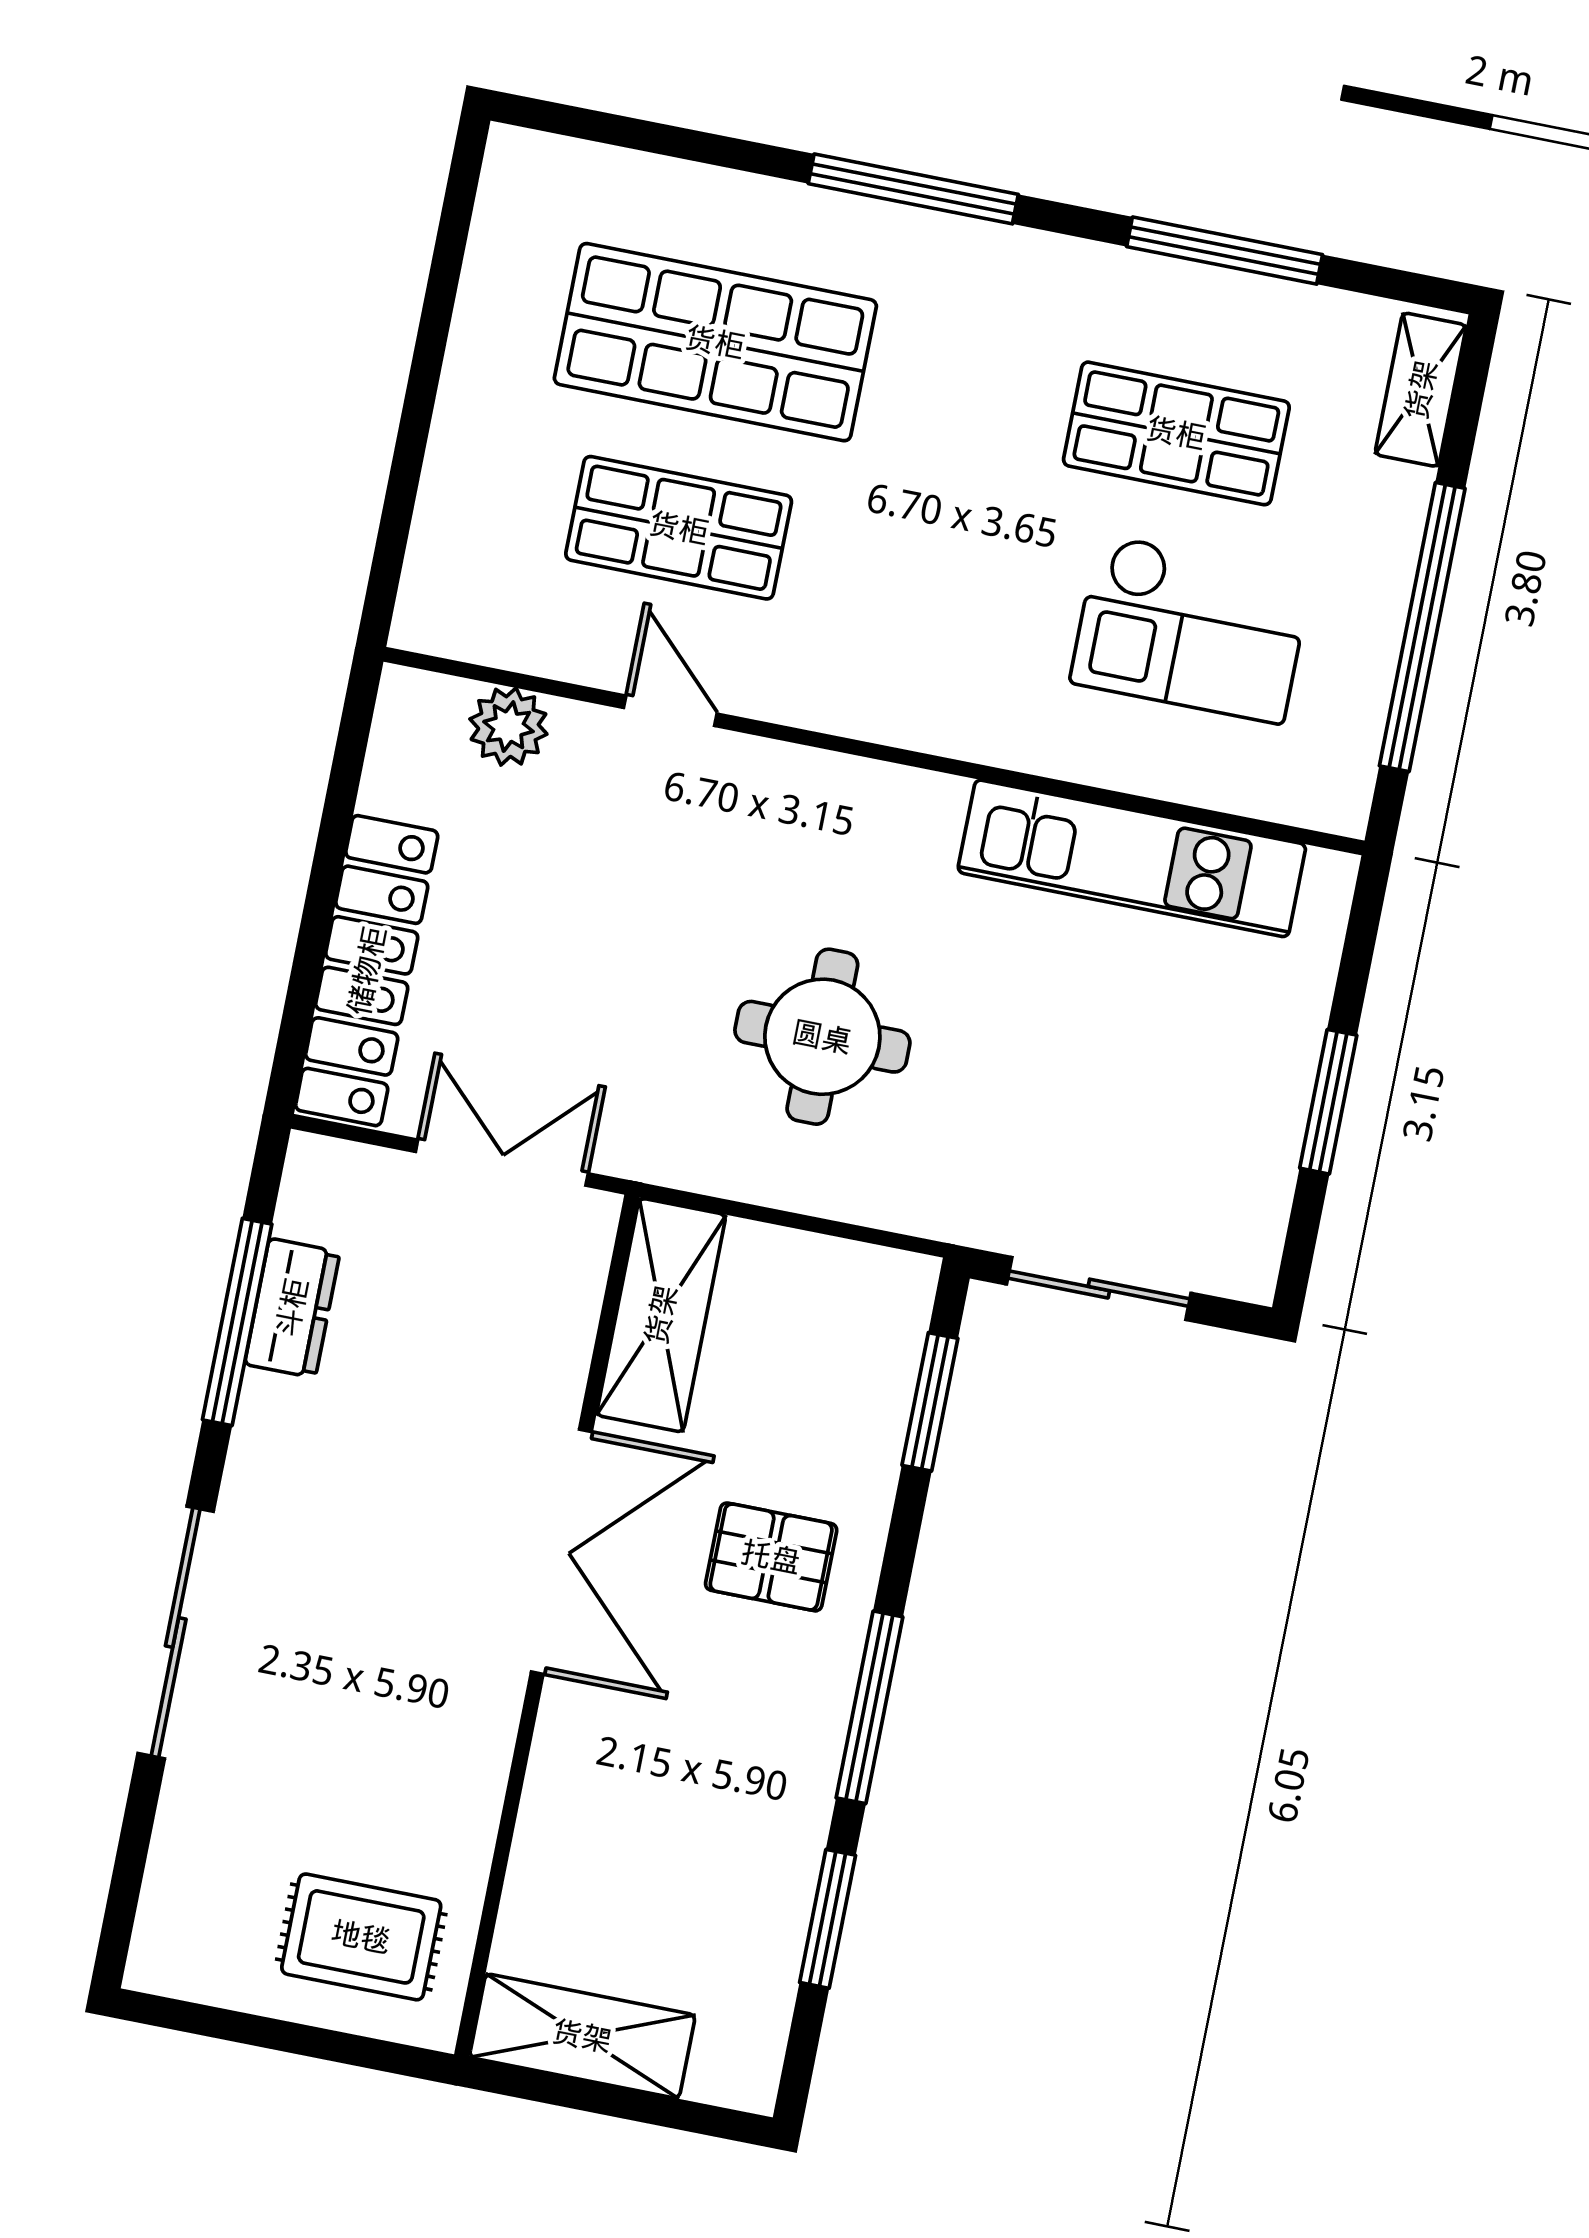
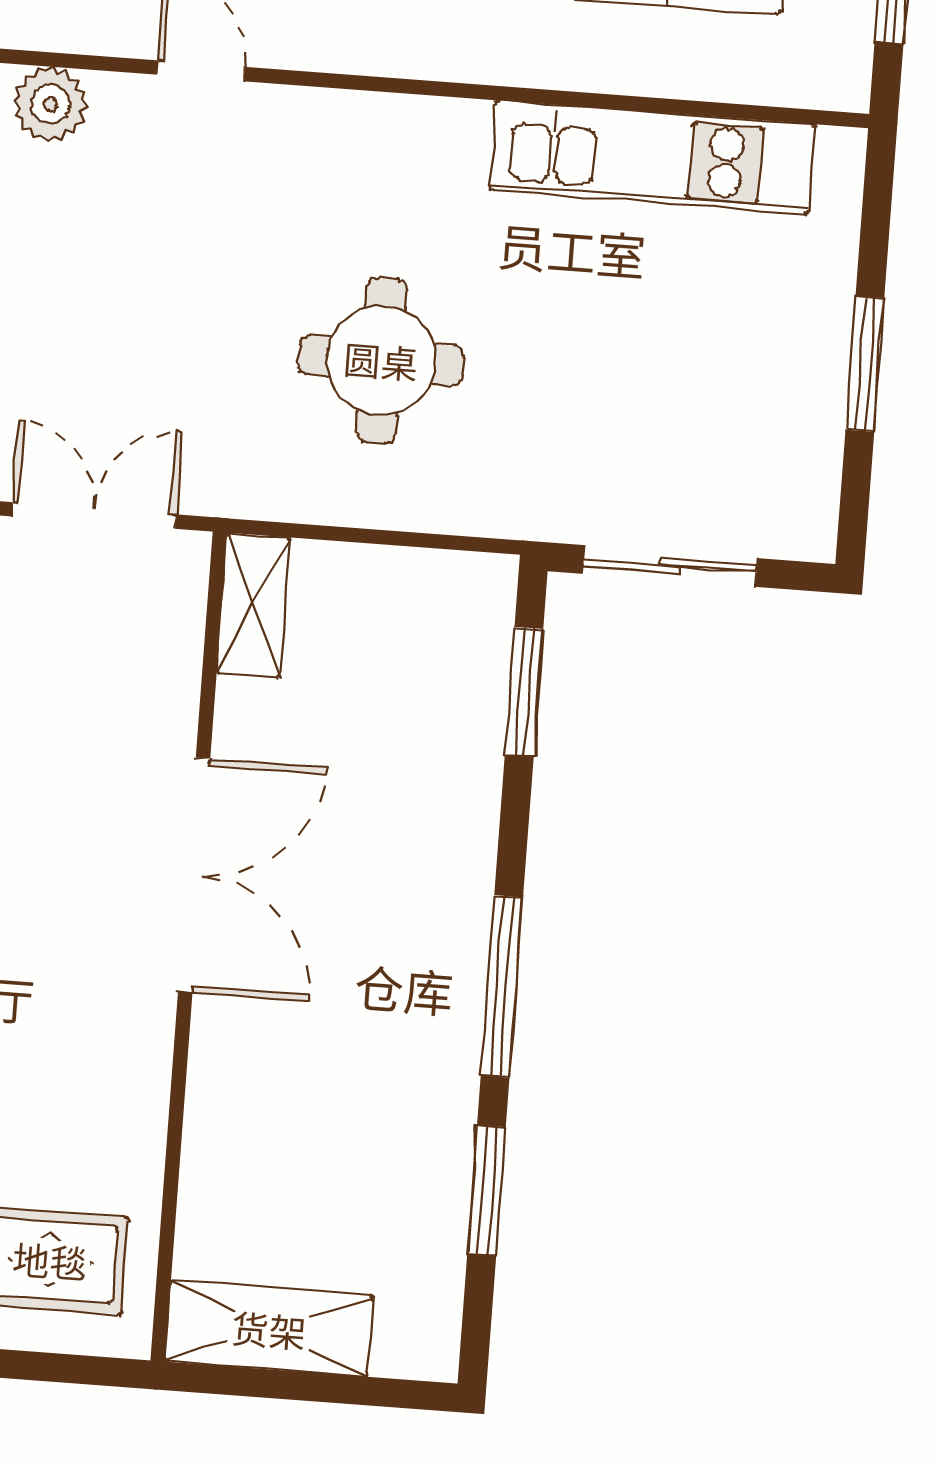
shelving: (661, 1315) -> (253, 605), width x0.67, depth x0.75
pallet: (771, 1557) -> (392, 856), removed

